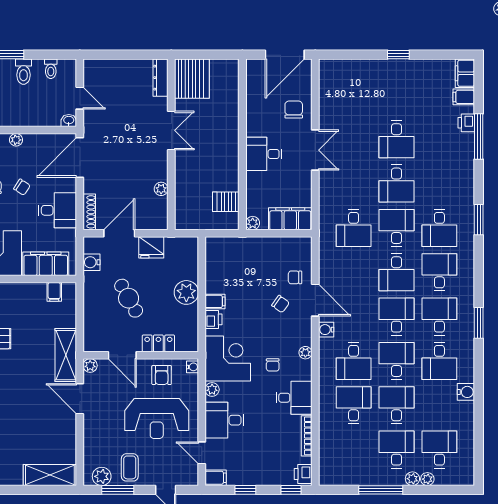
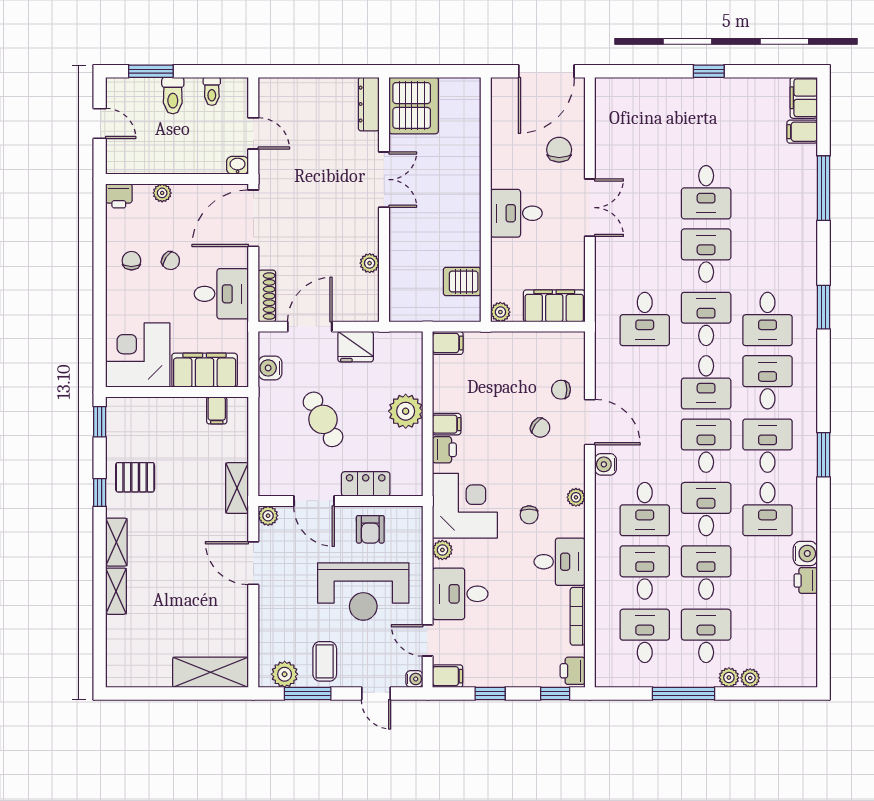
printer: (466, 123) -> (806, 580), moved
desk: (396, 184) -> (706, 256), turned 180
filing cabinet: (216, 245) -> (448, 343), added
shelving: (66, 355) -> (237, 488), width x0.67, depth x0.75
water cooler: (192, 367) -> (414, 679), moved
desk: (439, 450) -> (645, 636), moved

